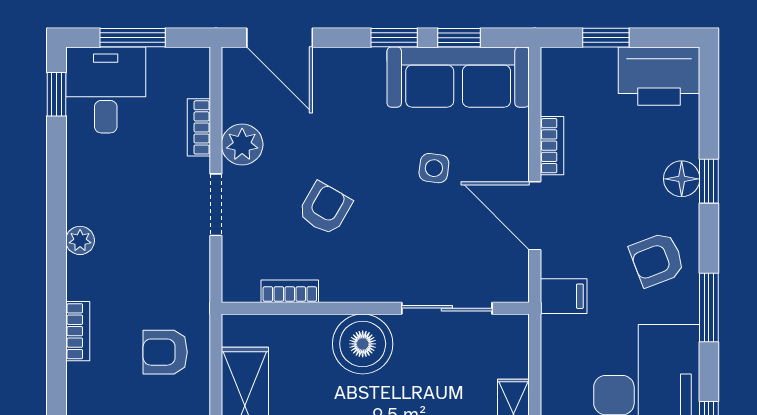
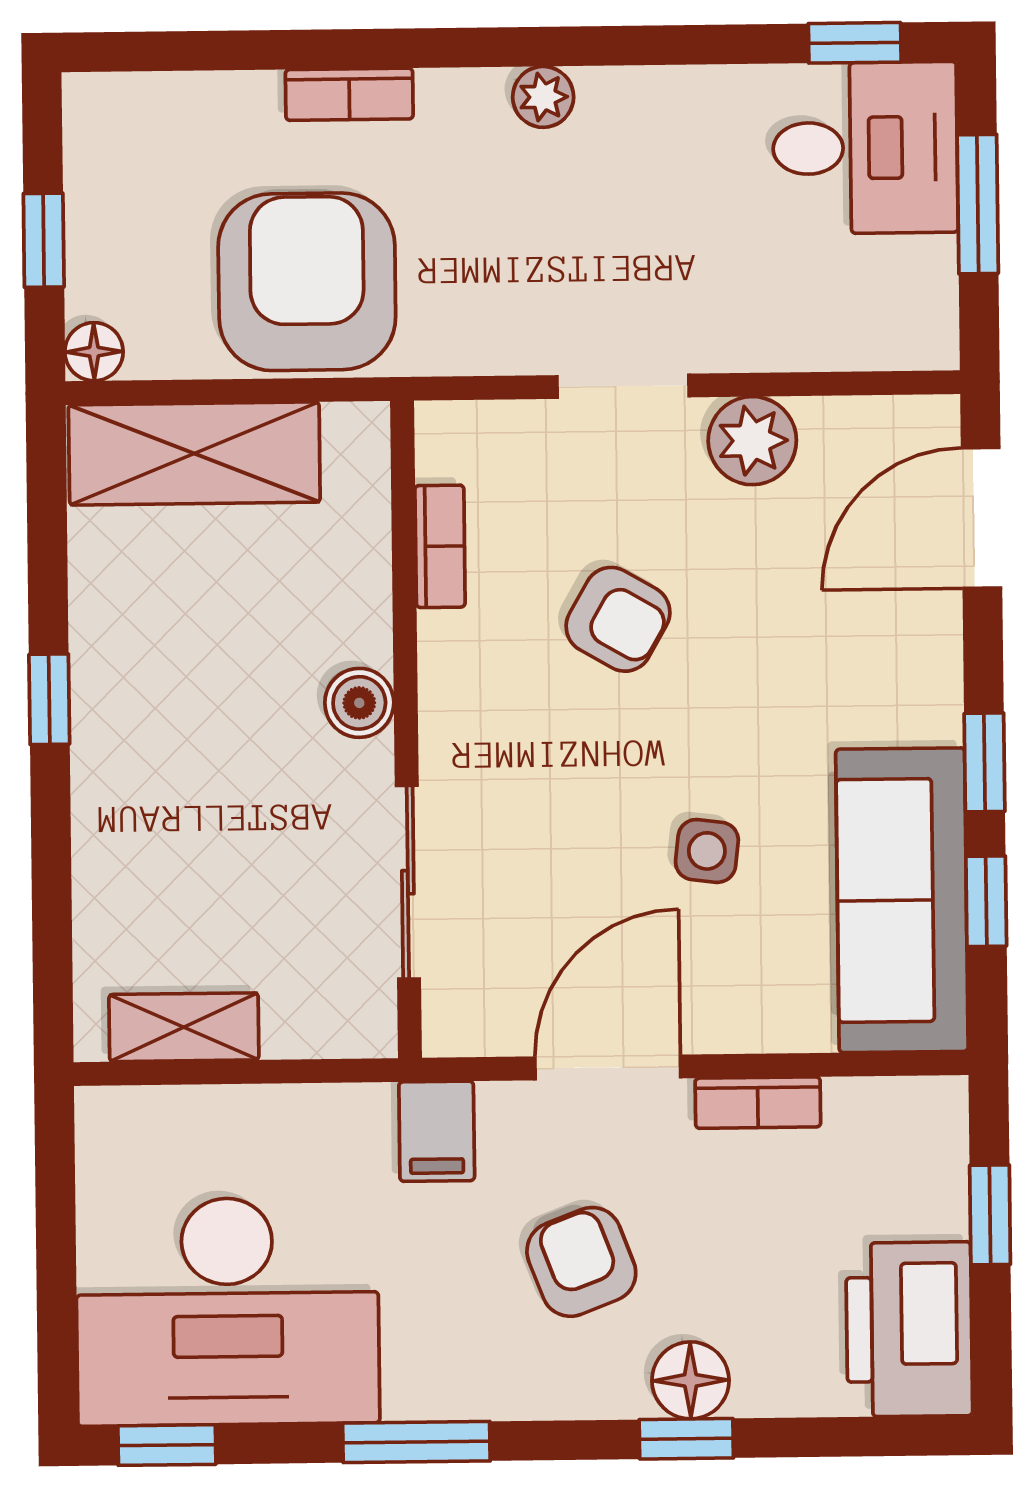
bookcase: (199, 127) -> (788, 348), removed
armchair: (657, 260) -> (581, 1262), moved
boiler: (363, 344) -> (359, 703), width x0.54, depth x0.54
armchair: (165, 352) -> (307, 282), width x1.88, depth x1.88

